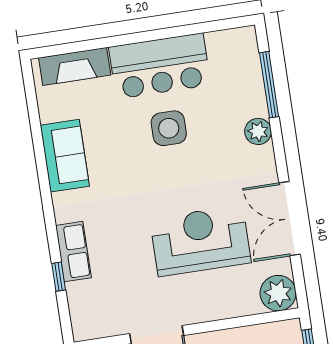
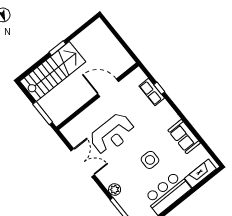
side table: (169, 128) -> (150, 160), moved
row of seats: (73, 252) -> (152, 92), moved
plant: (278, 293) -> (70, 131), removed

